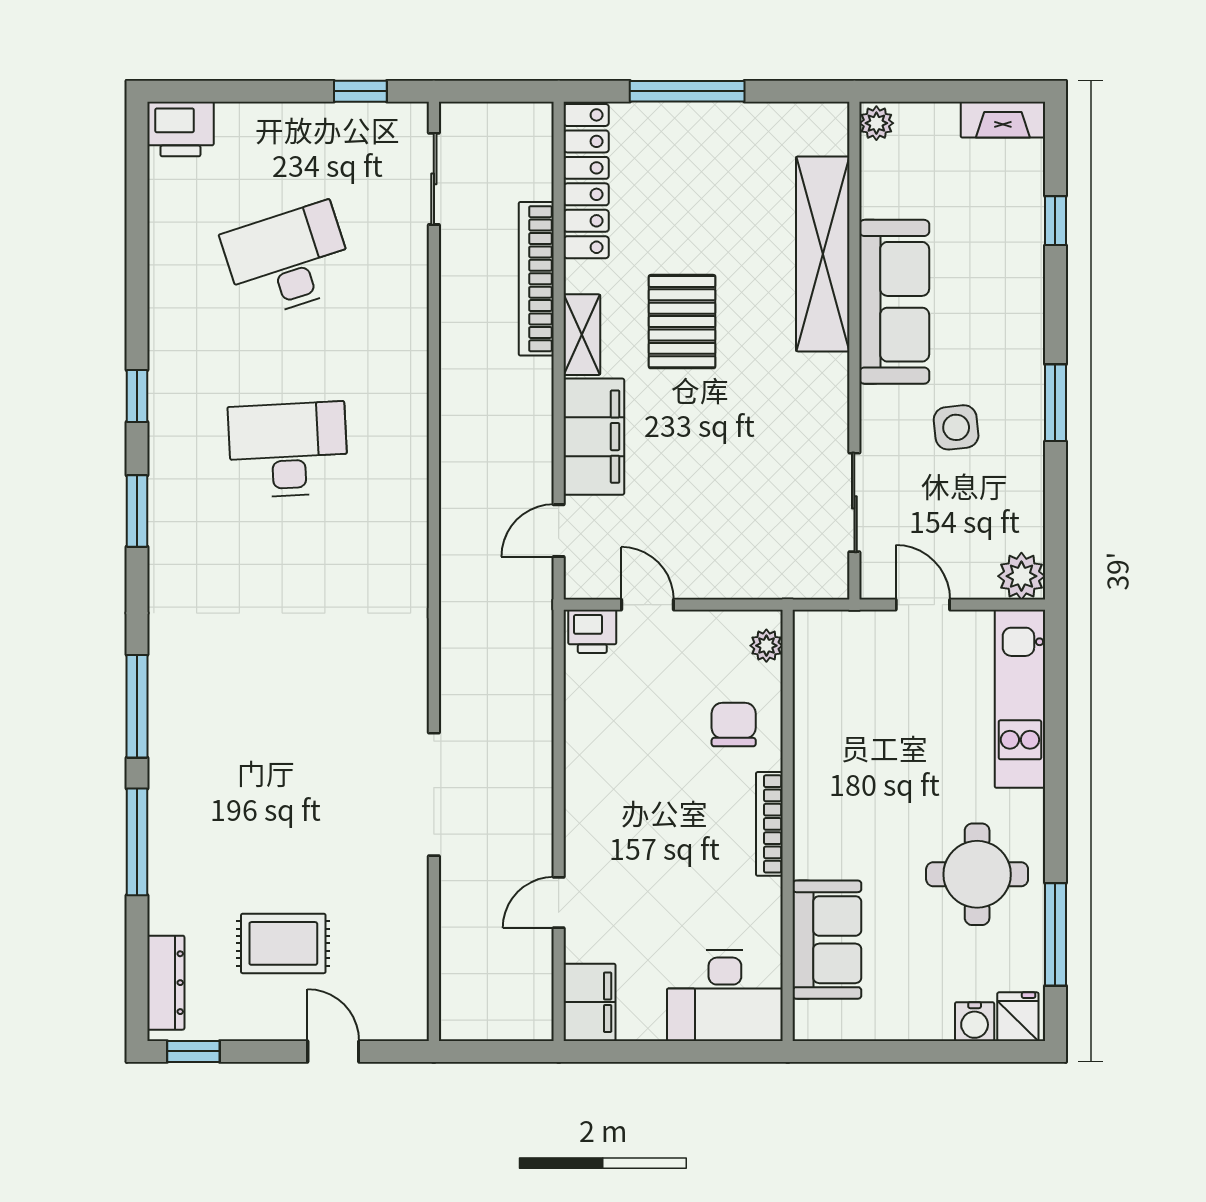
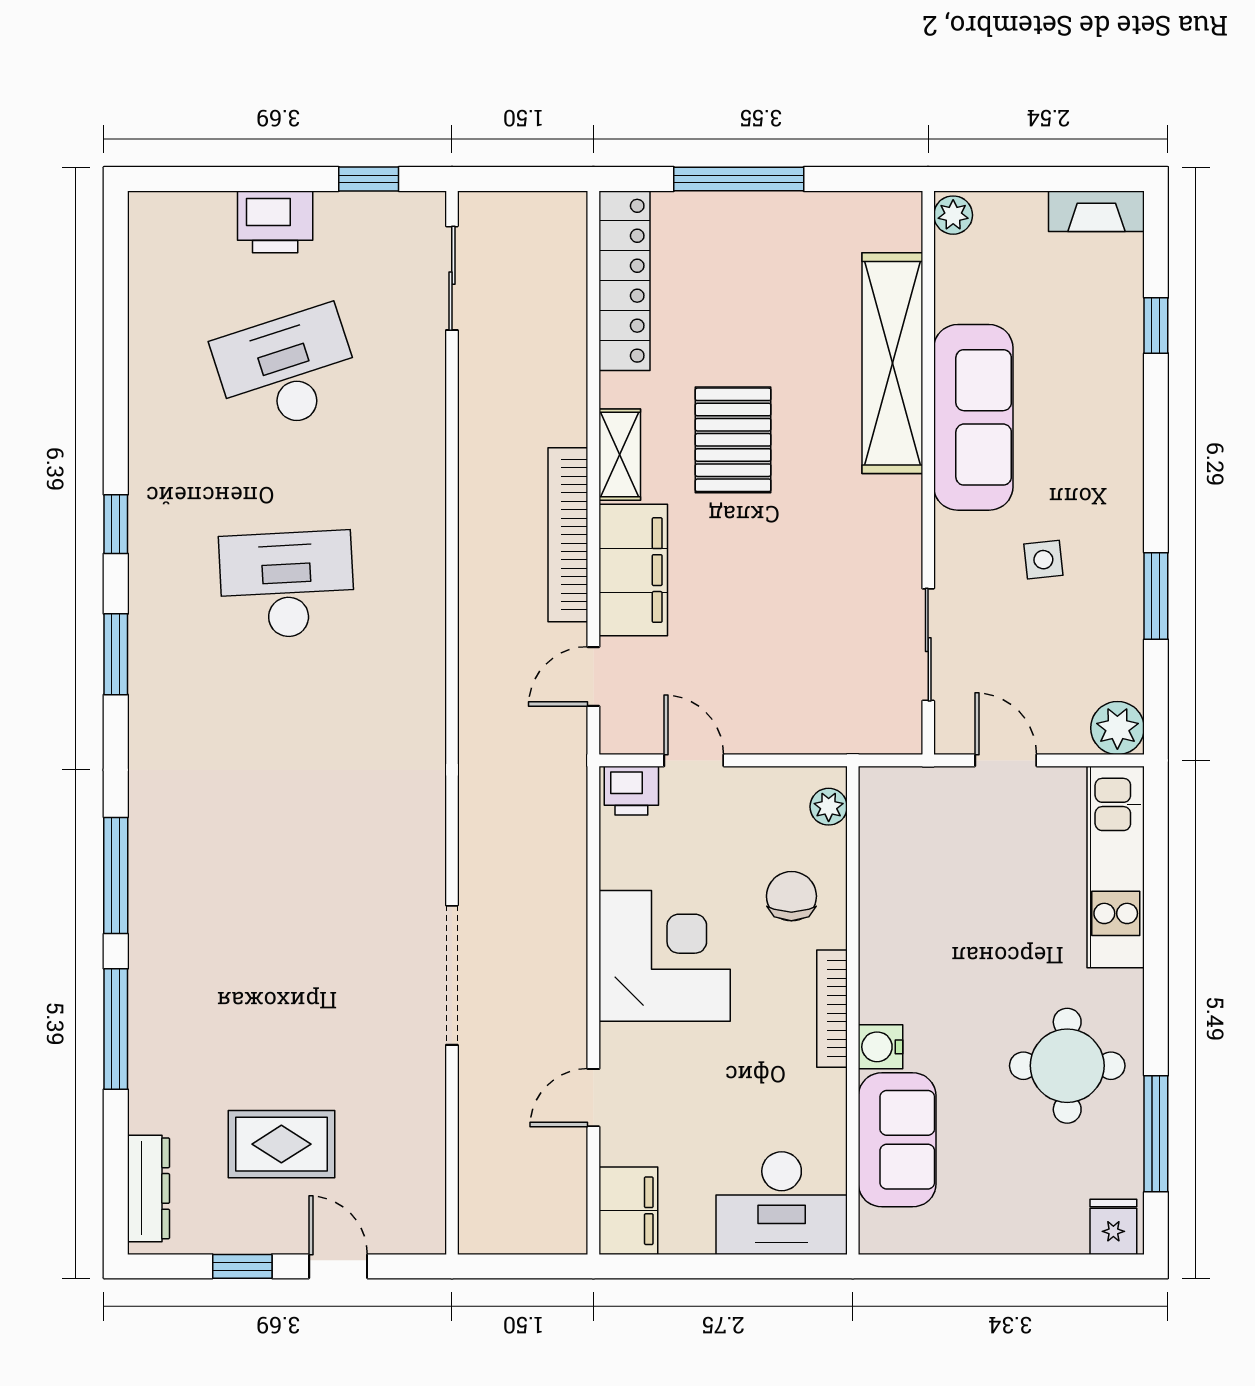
printer: (180, 129) -> (275, 222), moved
bookcase: (536, 279) -> (568, 535), moved
window: (1055, 403) -> (1156, 596), moved
side table: (956, 427) -> (1043, 560), width x0.73, depth x0.73
corner desk: (622, 777) -> (665, 956), added
water cooler: (975, 1022) -> (880, 1047), moved, turned 90
window: (193, 1051) -> (242, 1266), moved

